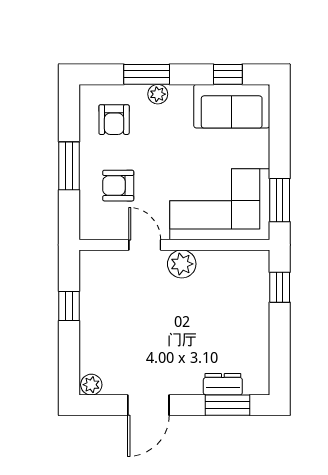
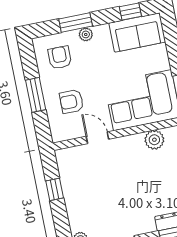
armchair: (114, 120) -> (60, 58), turned 180
plant: (182, 264) -> (154, 140), moved

